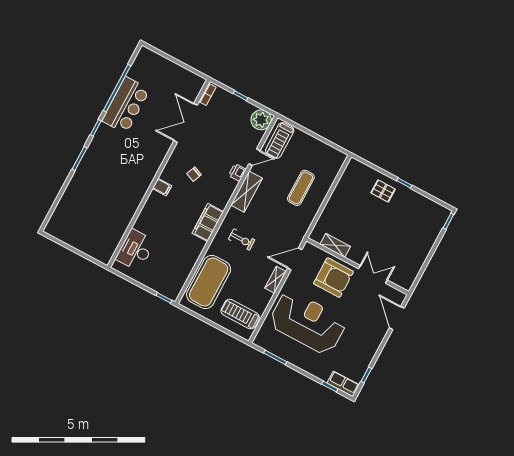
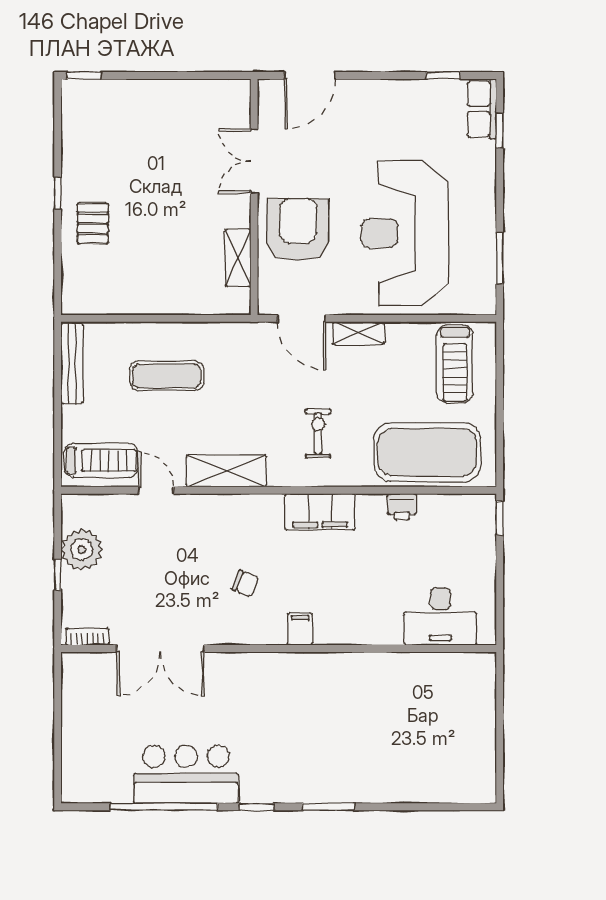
plant: (261, 120) -> (82, 550), moved
bench: (328, 150) -> (72, 363), added
printer: (237, 172) -> (402, 507), moved

